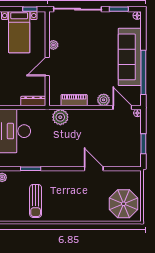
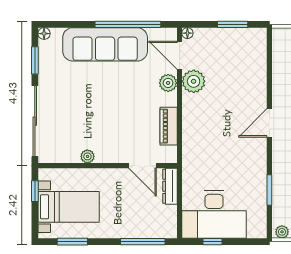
door: (47, 66) -> (143, 166), moved
door: (122, 108) -> (179, 55), hinge flipped
plant: (60, 117) -> (194, 81), moved
door: (94, 169) -> (269, 123), moved

